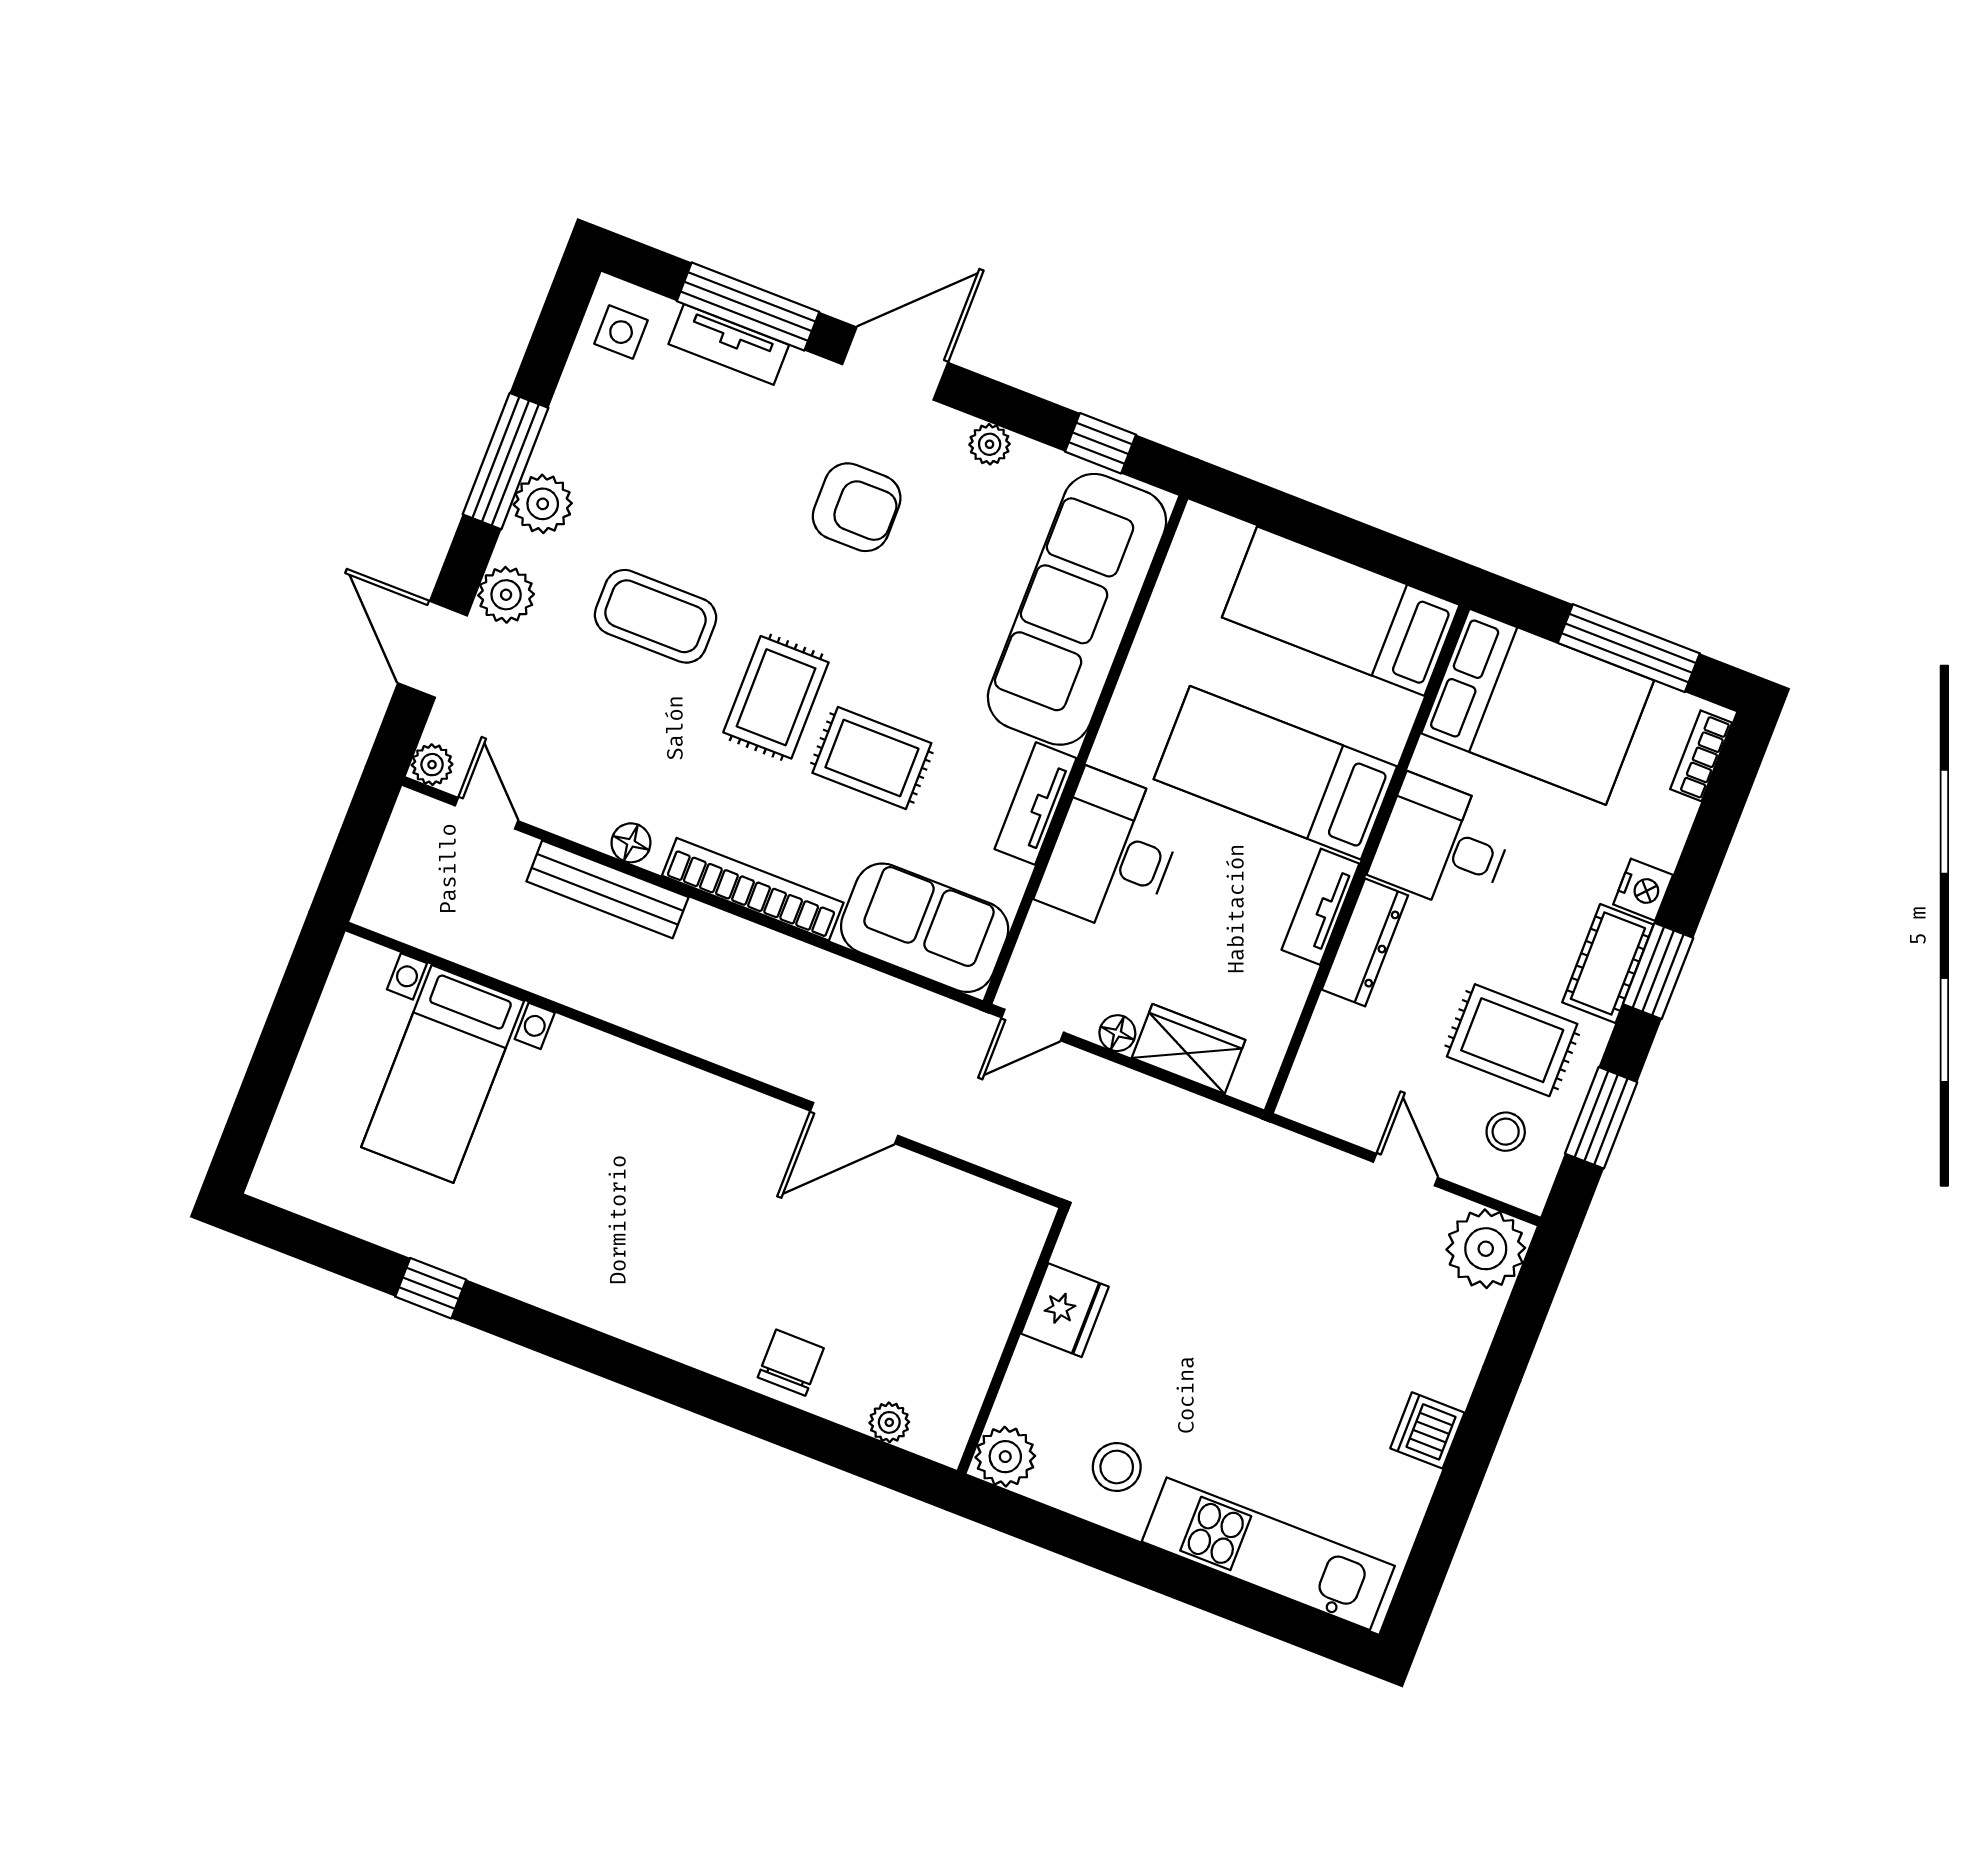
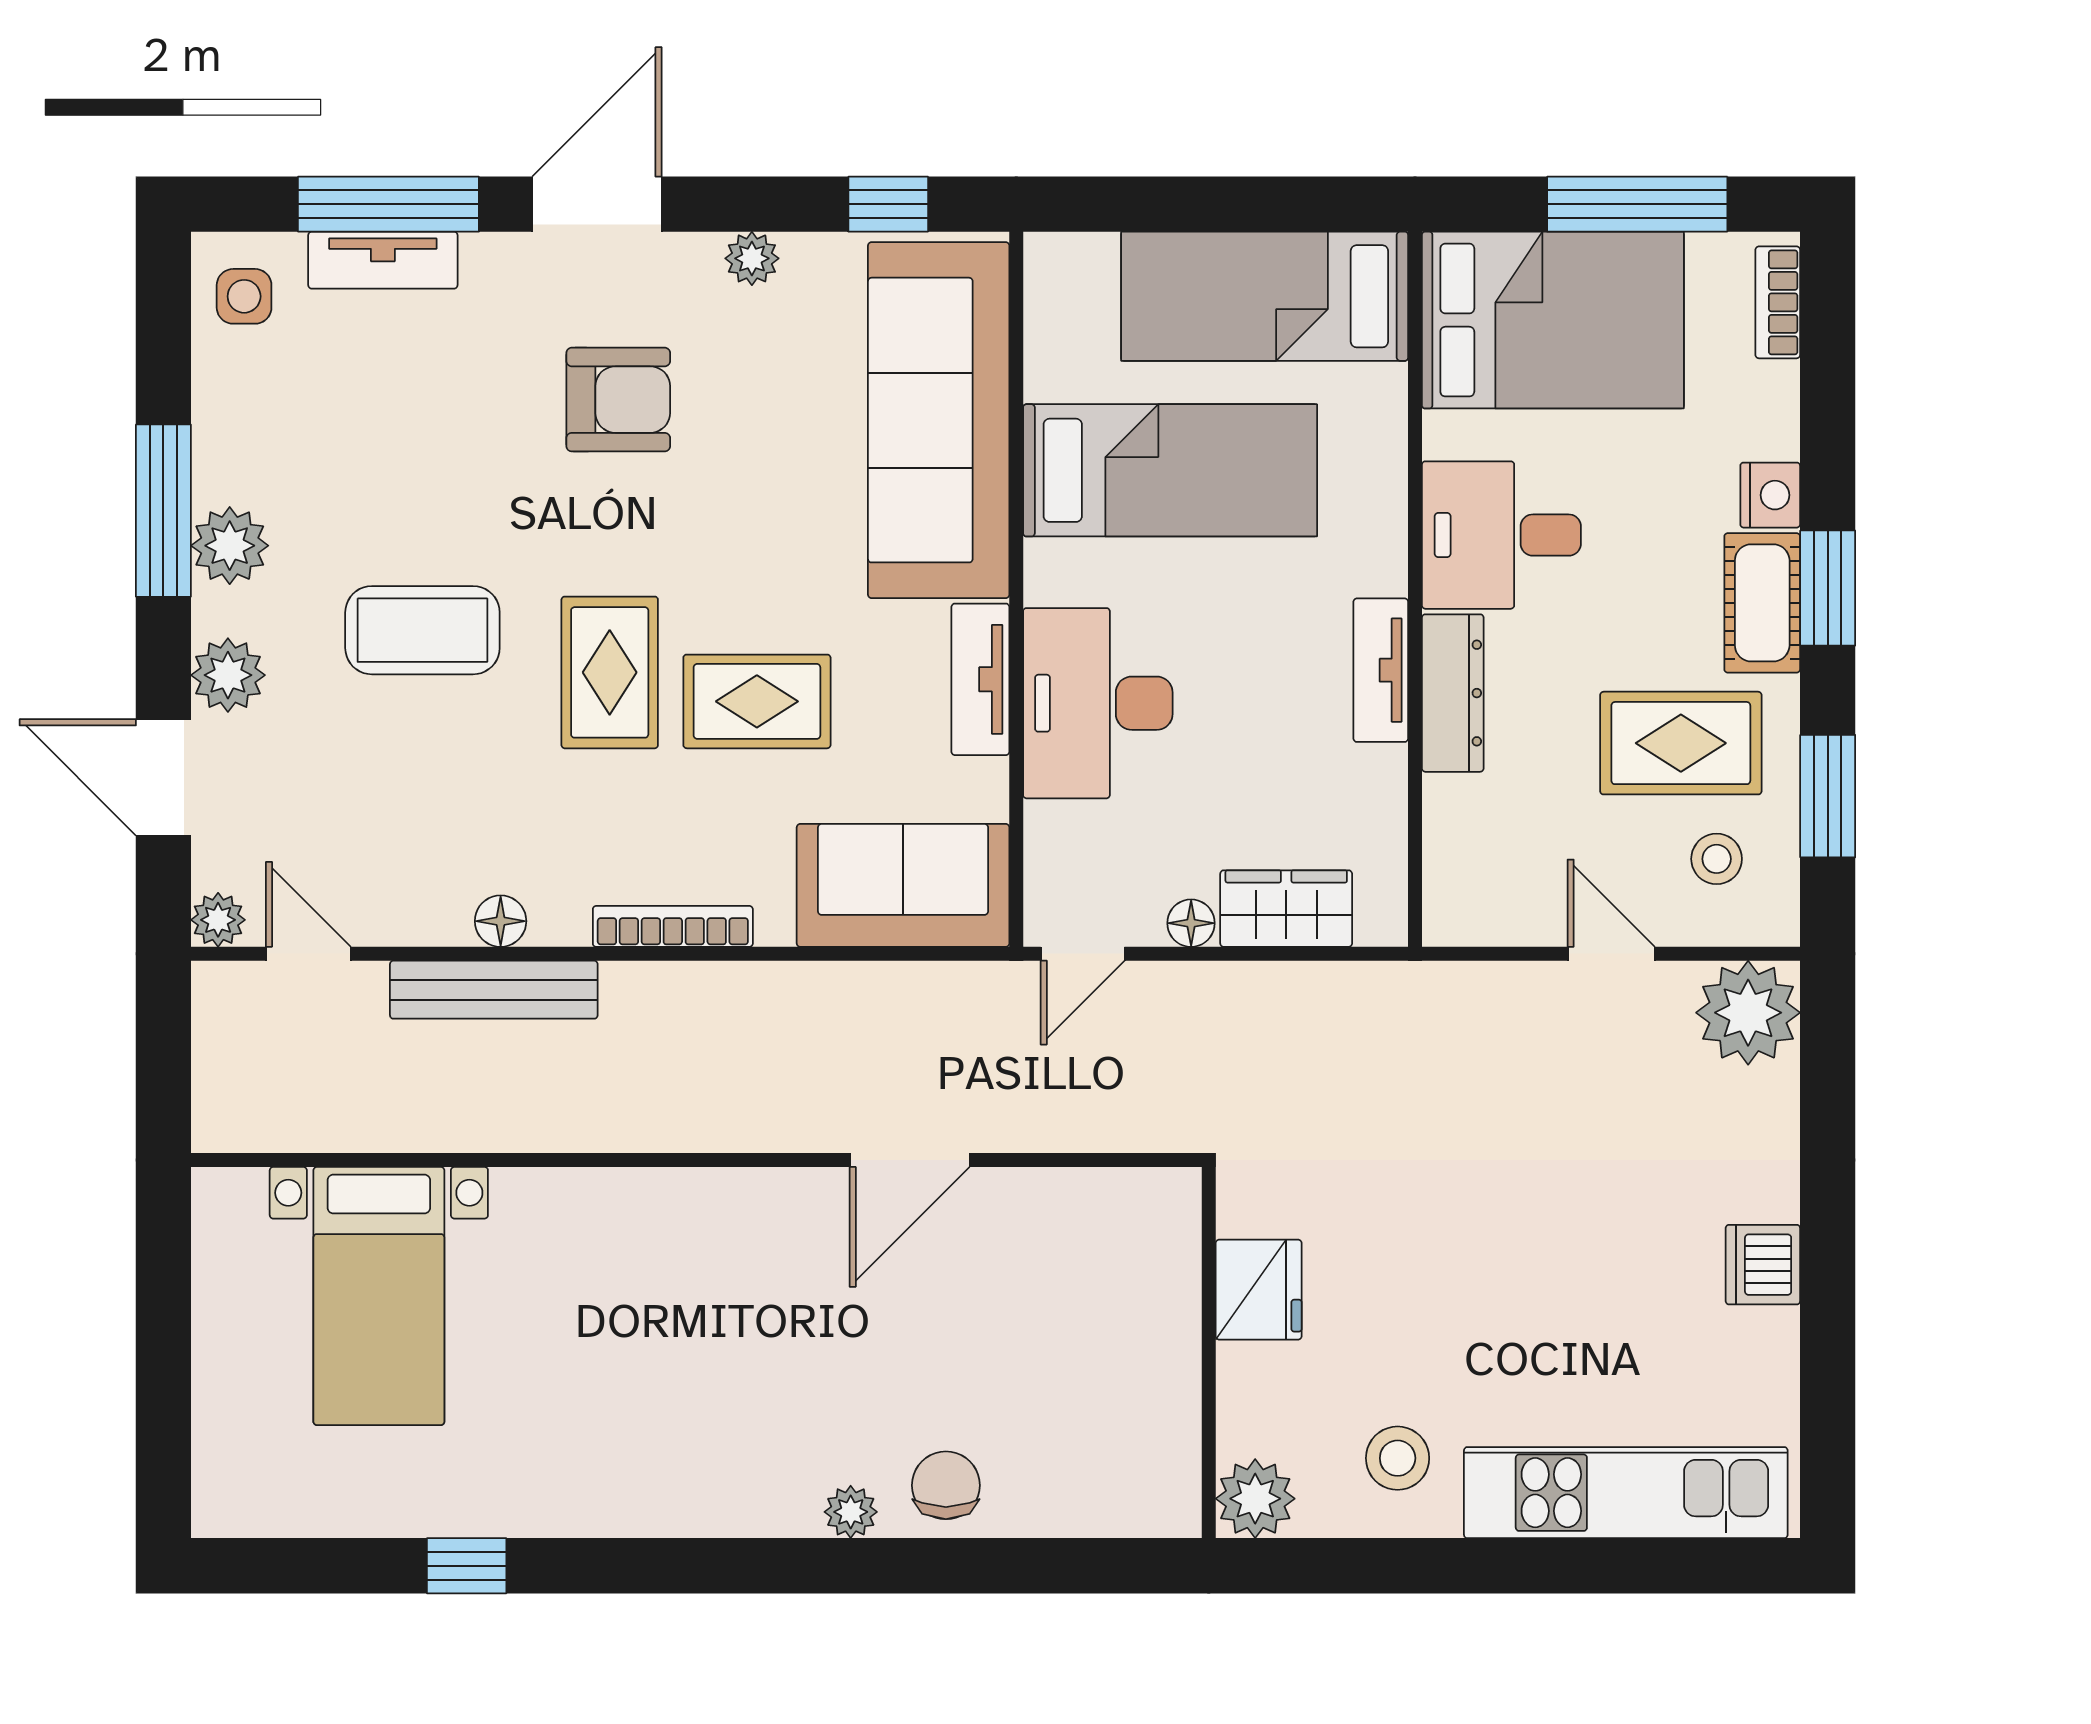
bed: (1275, 773) -> (1170, 470), moved, turned 180
bookcase: (753, 889) -> (673, 926), width x0.68, depth x0.76
plant: (889, 1422) -> (851, 1512), moved

